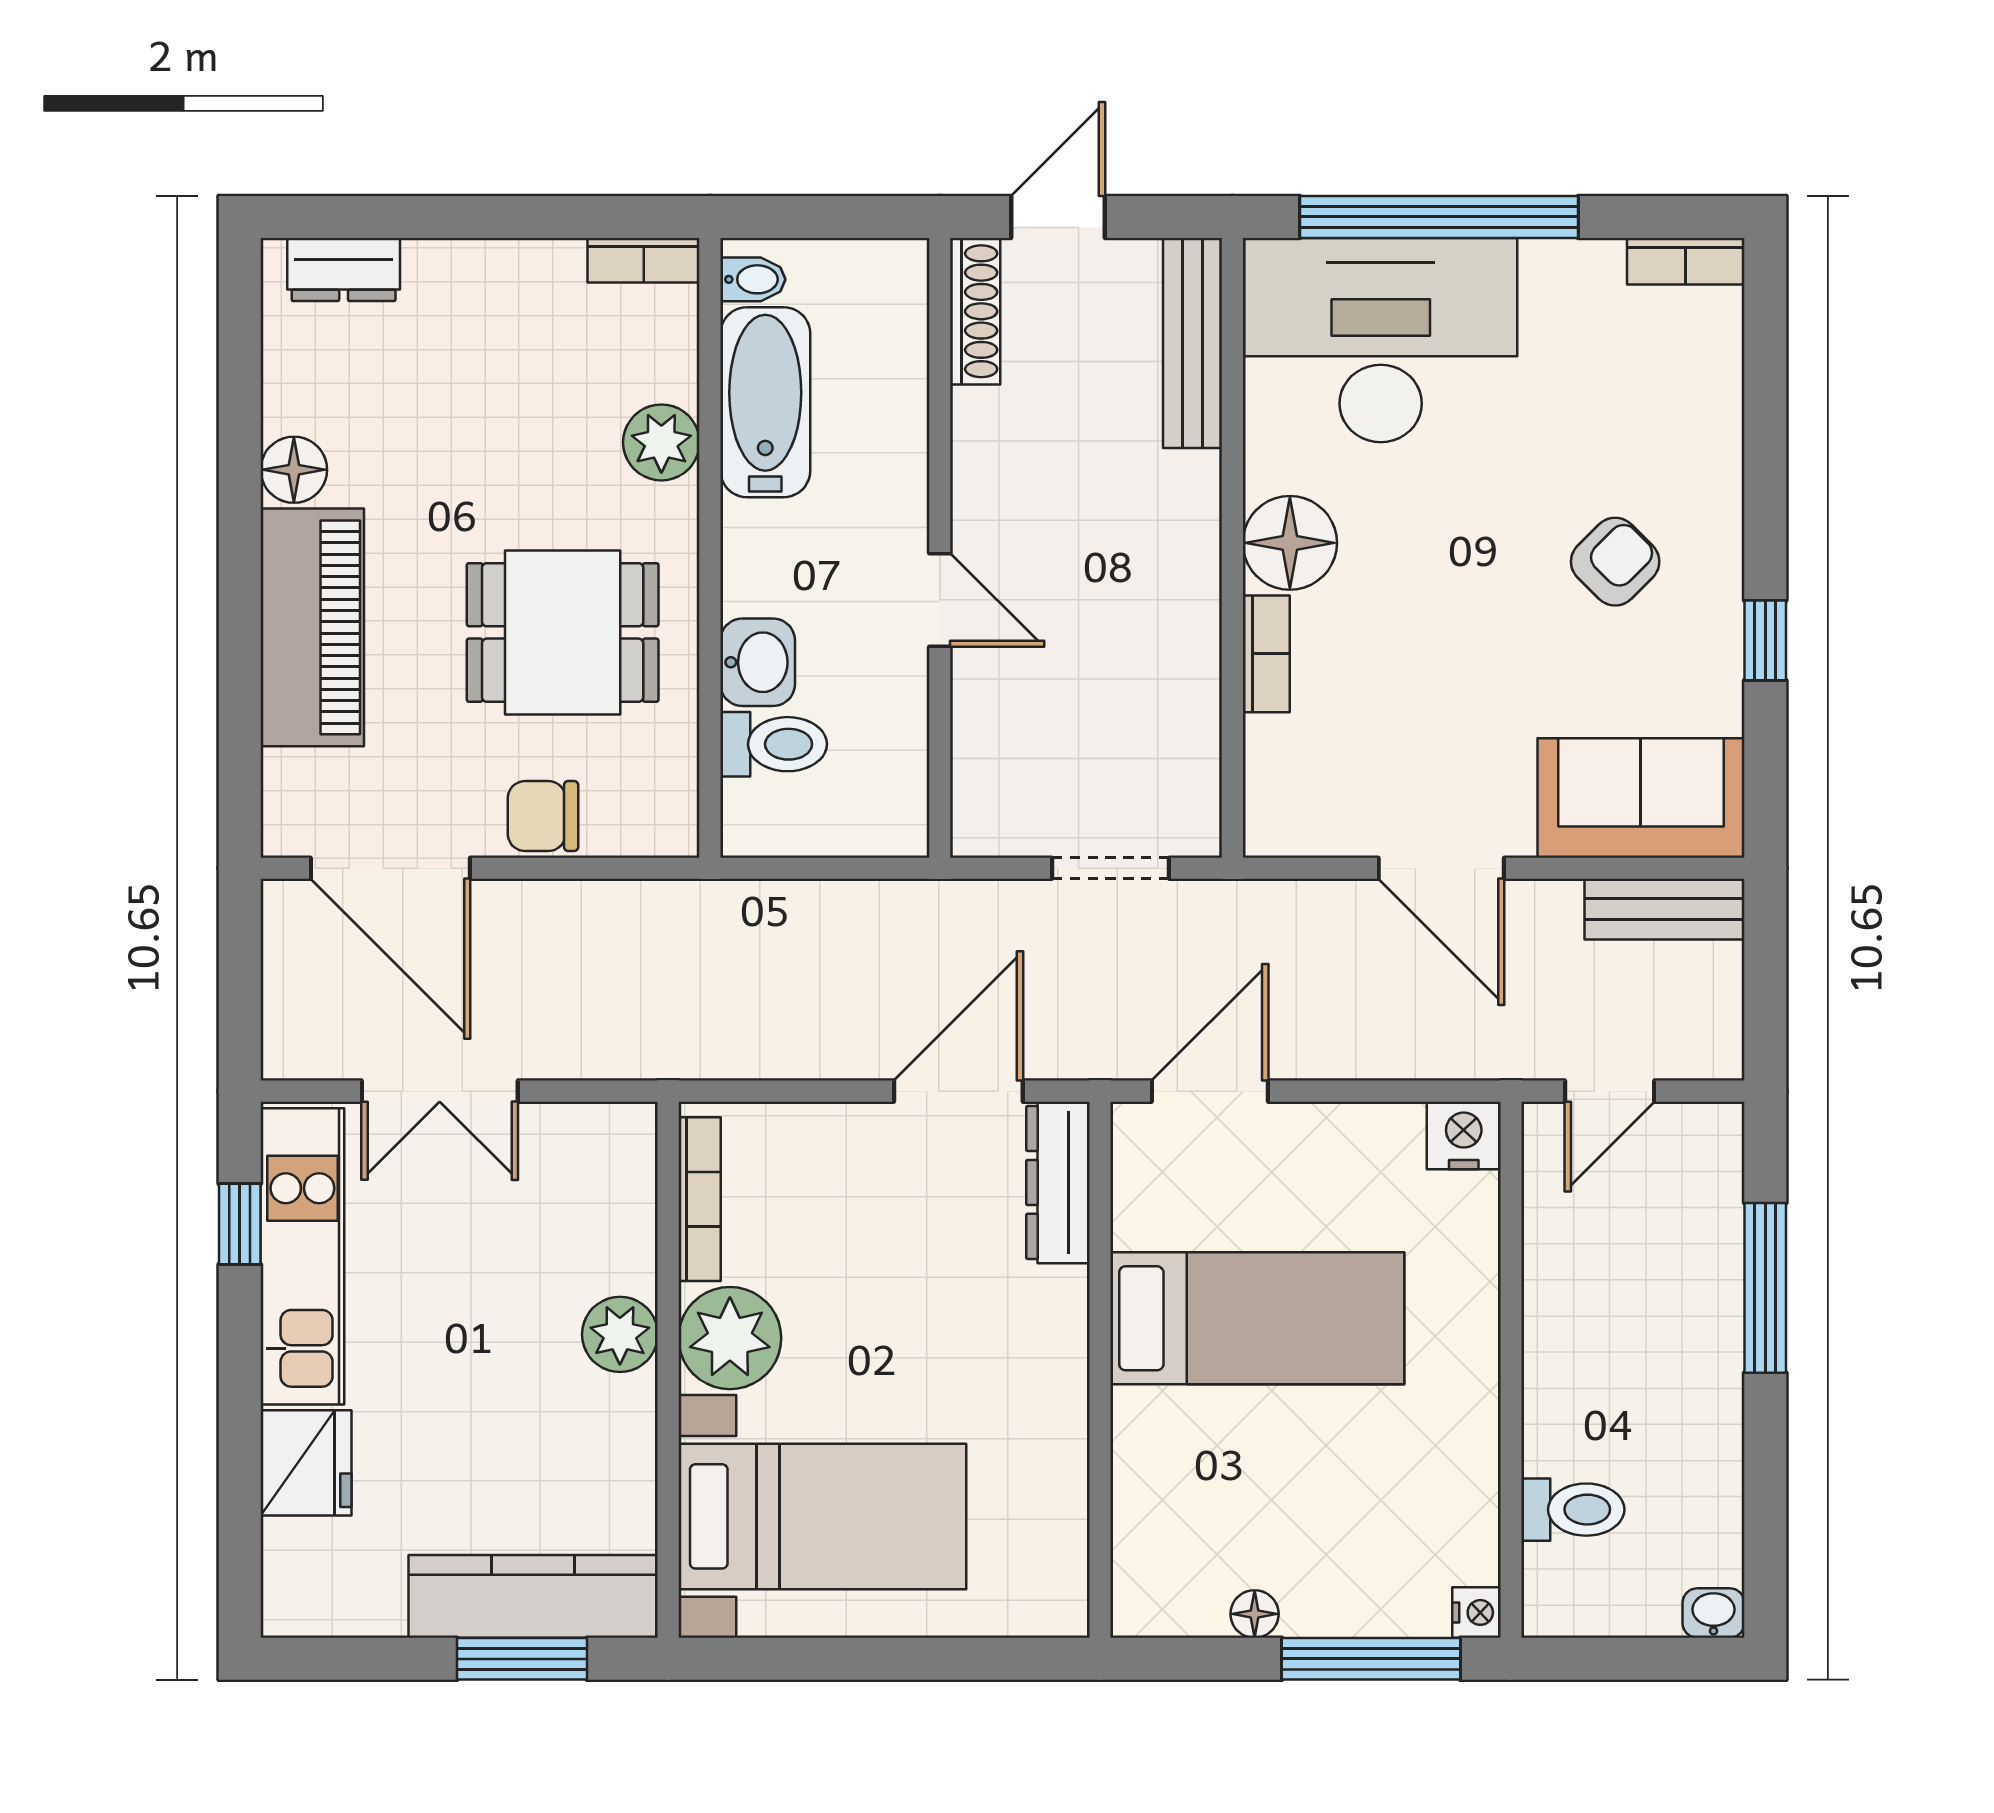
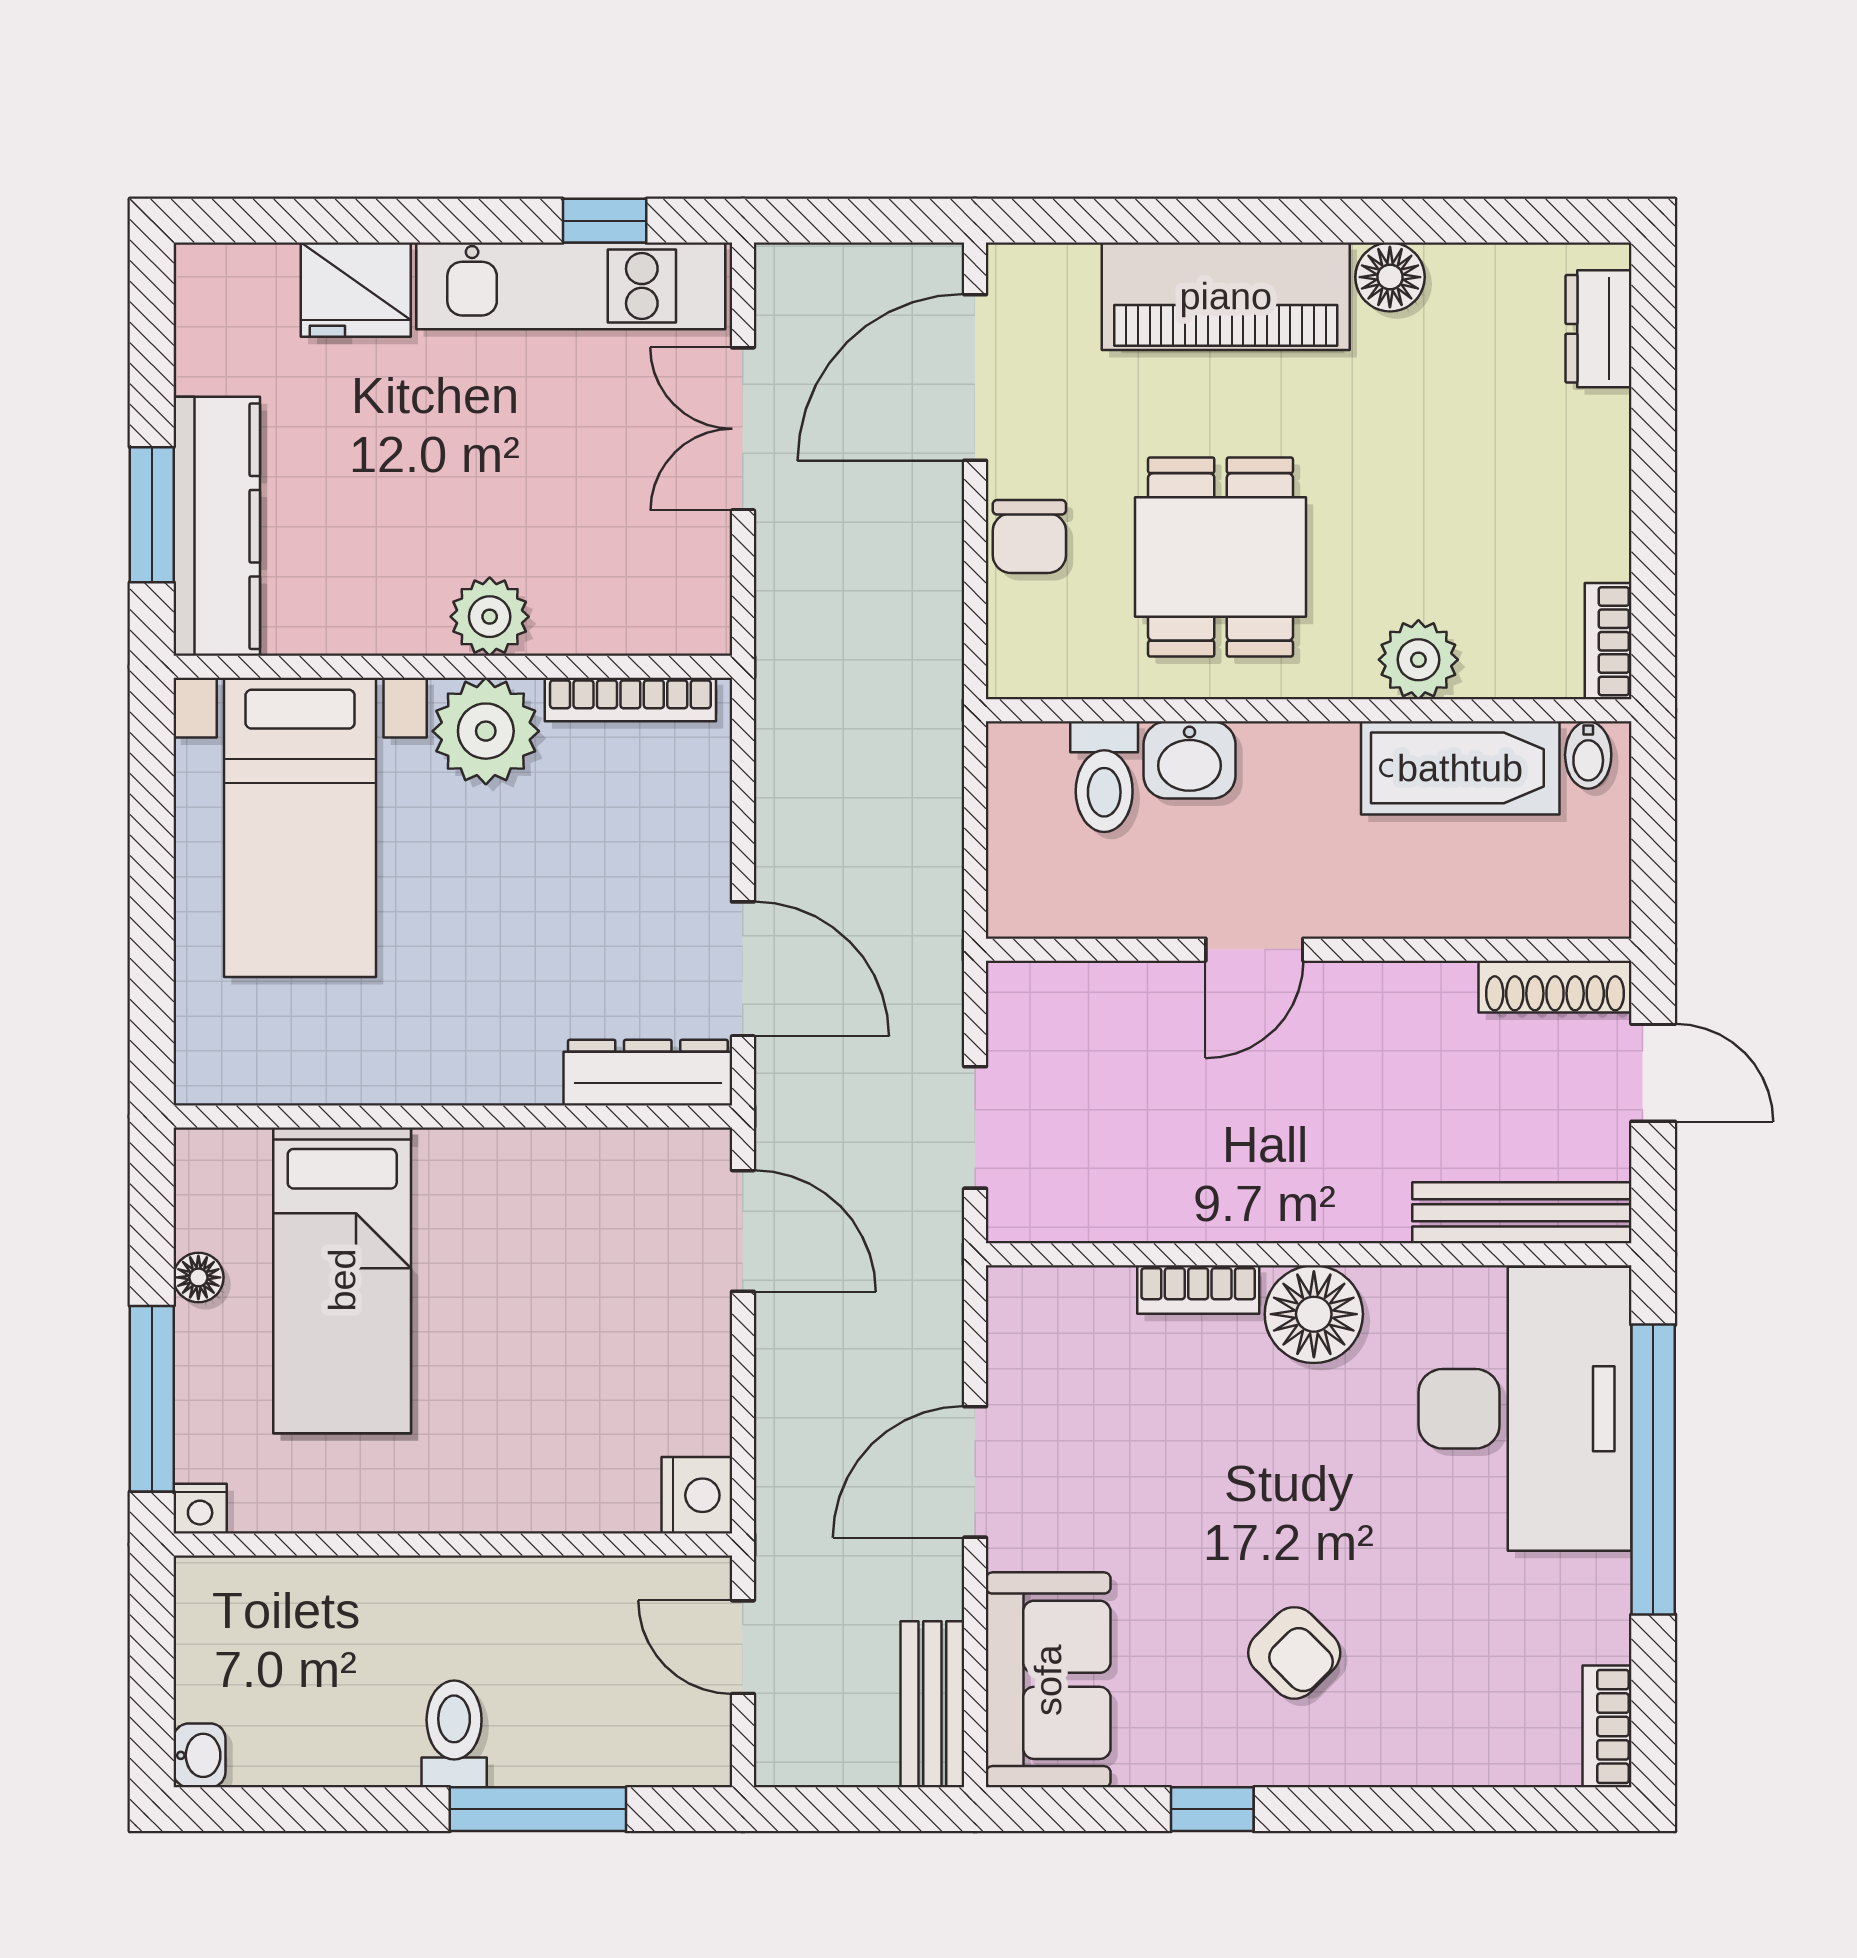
chair: (543, 816) -> (1029, 536), turned 180
bed: (1257, 1318) -> (342, 1280), moved
toilet: (1573, 1510) -> (454, 1734), moved, turned 180

